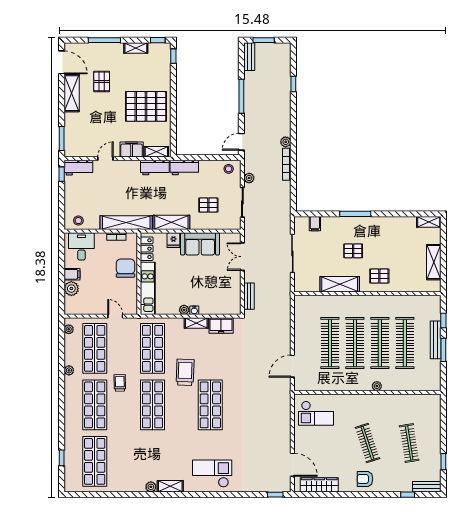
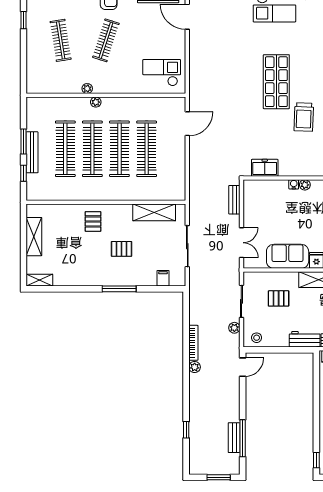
bench: (249, 57) -> (234, 438), moved
window: (241, 96) -> (243, 438), moved
pallet: (379, 276) -> (93, 221), turned 90
shelving: (340, 284) -> (154, 212), moved
shelving: (196, 323) -> (292, 171), removed
plant: (385, 399) -> (87, 89), added
clothes rail: (367, 443) -> (106, 40), turned 36

